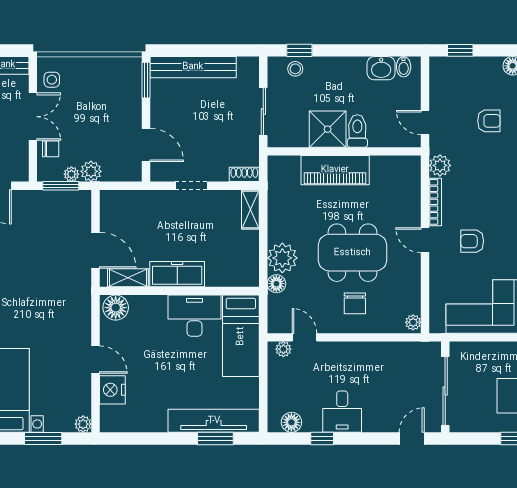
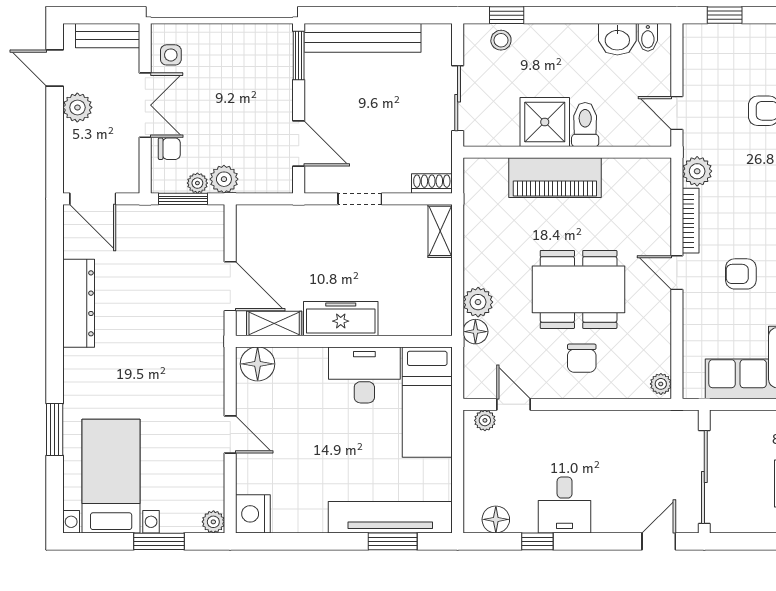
plant: (282, 258) -> (478, 302), width x0.73, depth x0.73
nightstand: (112, 390) -> (253, 514), moved

